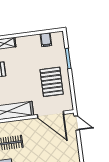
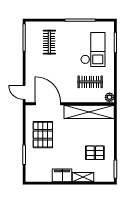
filing cabinet: (46, 40) -> (62, 175), moved, width x2.00

